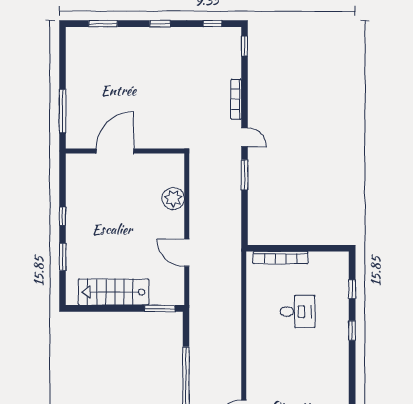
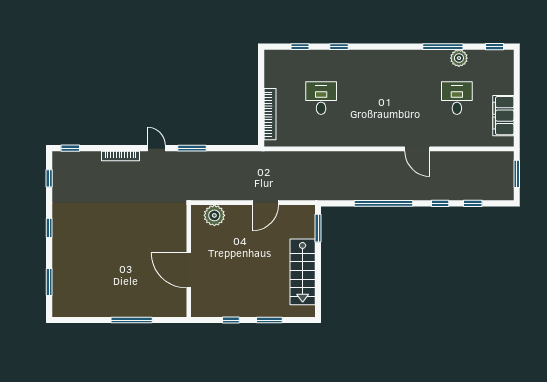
door: (245, 137) -> (156, 148), hinge flipped
door: (115, 151) -> (189, 270), moved
wall: (125, 151) -> (189, 261), moved

